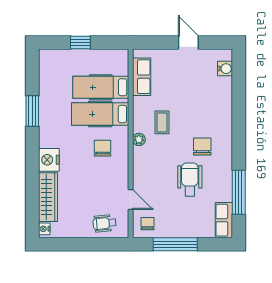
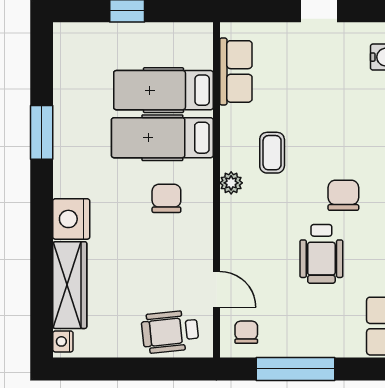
wheelchair: (190, 180) -> (321, 254), turned 180
wheelchair: (105, 223) -> (170, 332), width x1.36, depth x1.37

